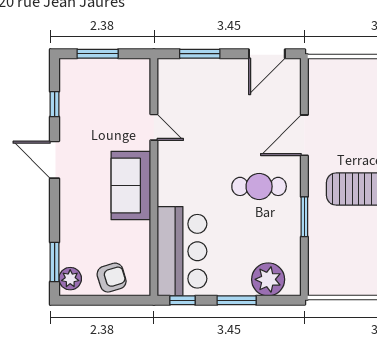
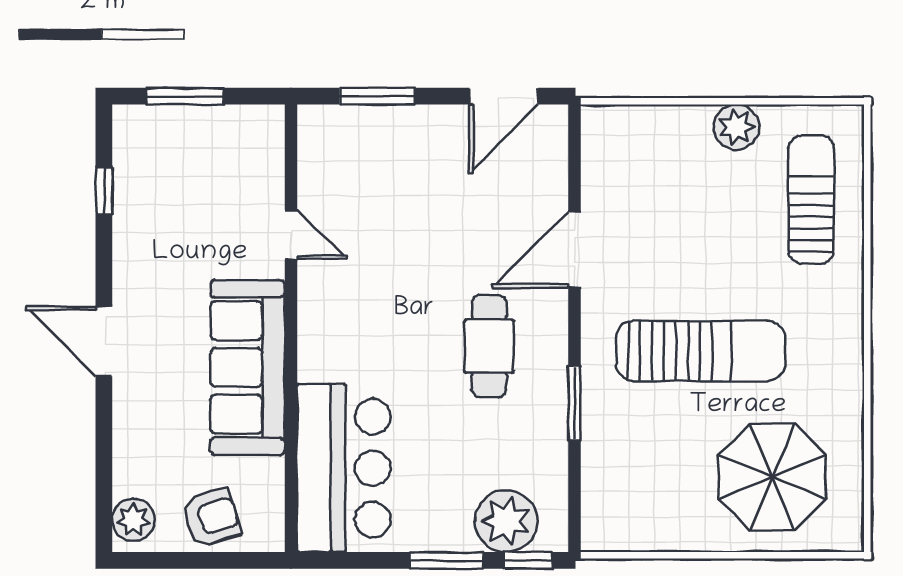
door: (55, 160) -> (104, 341), moved
sofa: (131, 185) -> (248, 367), width x1.36
cafe table: (259, 186) -> (489, 346), turned 90
window: (55, 262) -> (104, 489), removed
window: (183, 300) -> (528, 560), moved

